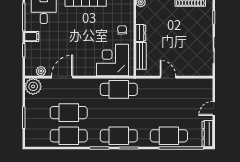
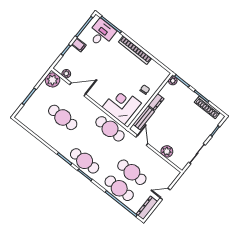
plant: (185, 69) -> (167, 151), added
door: (168, 77) -> (142, 140), moved
cafe table: (69, 136) -> (132, 172), moved

